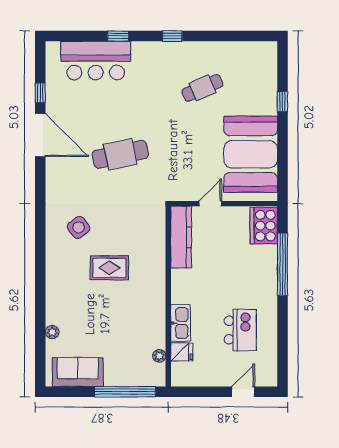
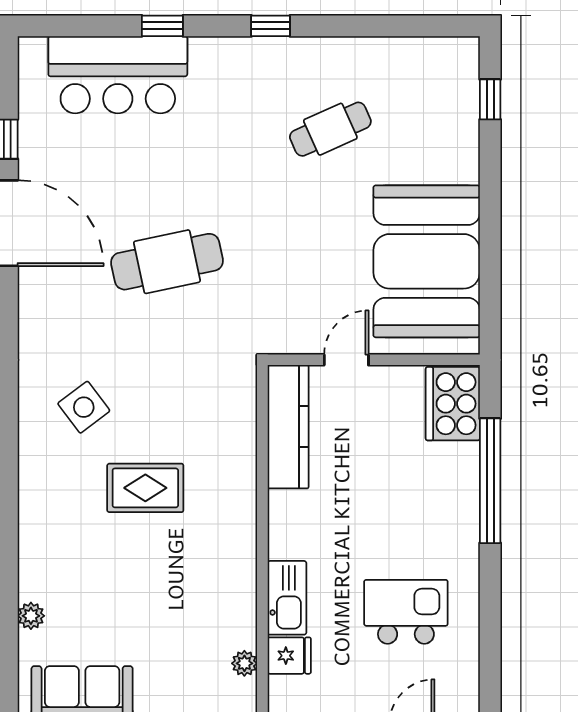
window: (283, 101) -> (490, 99), moved
kitchen island: (240, 330) -> (406, 612), turned -90

